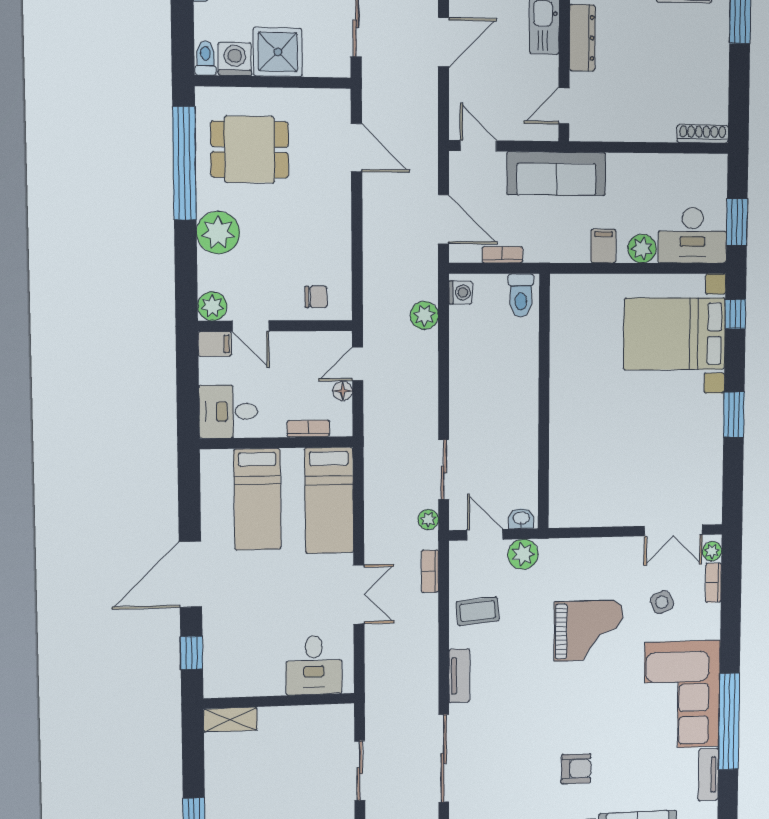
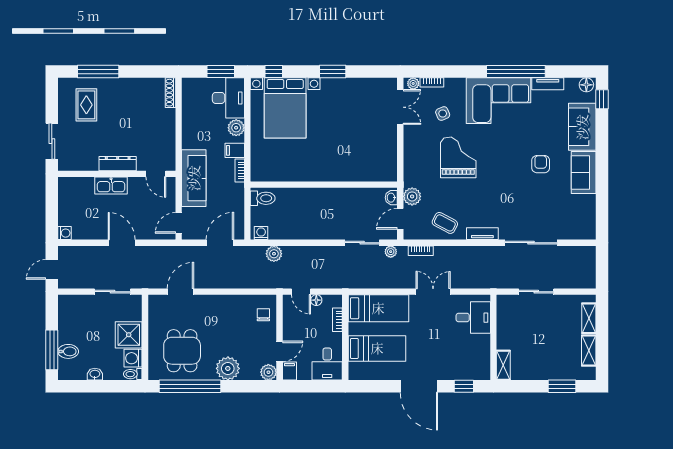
bookcase: (502, 255) -> (240, 170), moved
coffee table: (478, 611) -> (445, 223), turned -57

